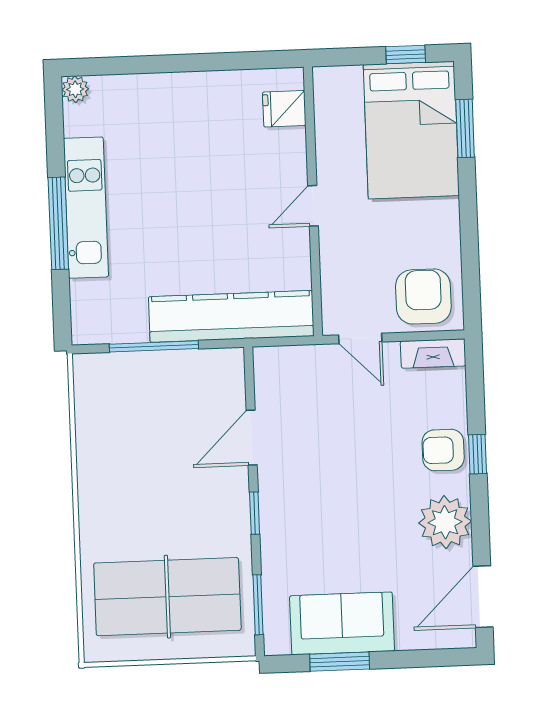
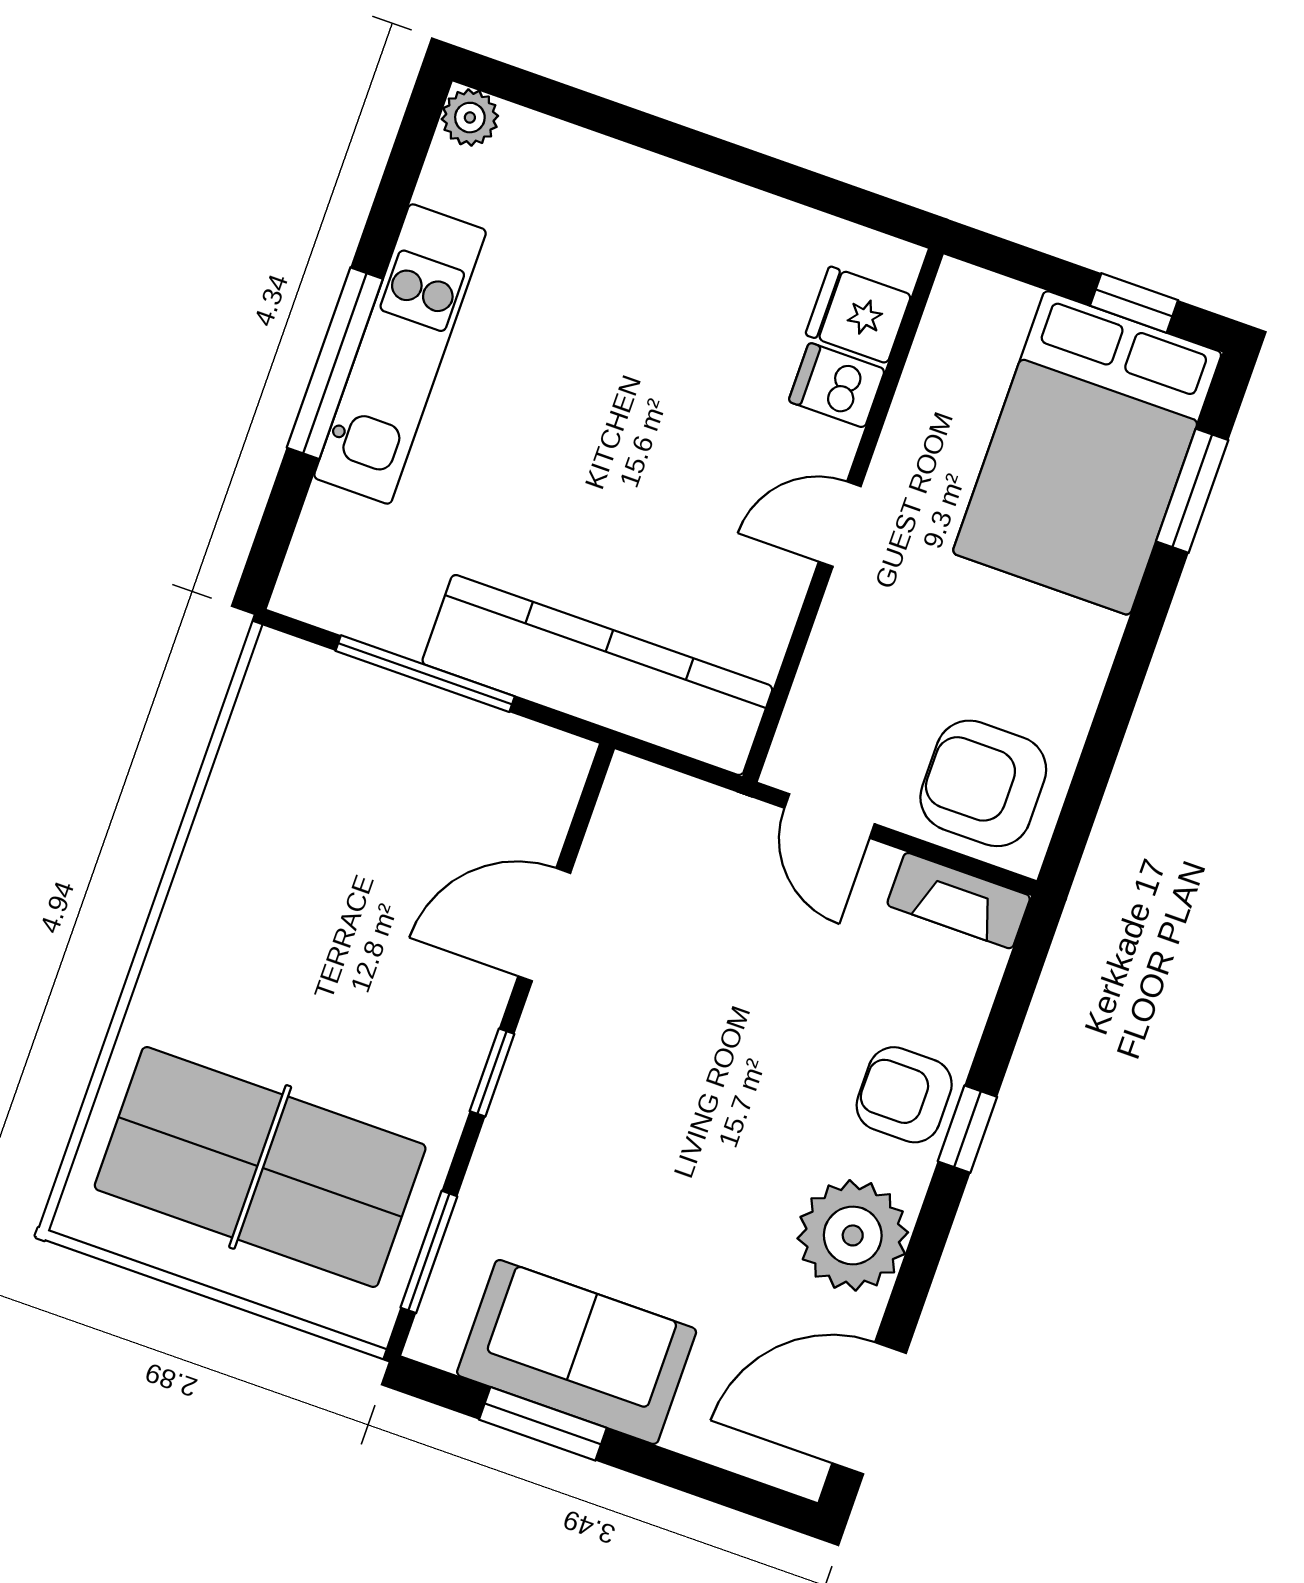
dishwasher: (287, 144) -> (837, 385), added
armchair: (423, 297) -> (983, 783), turned -90

